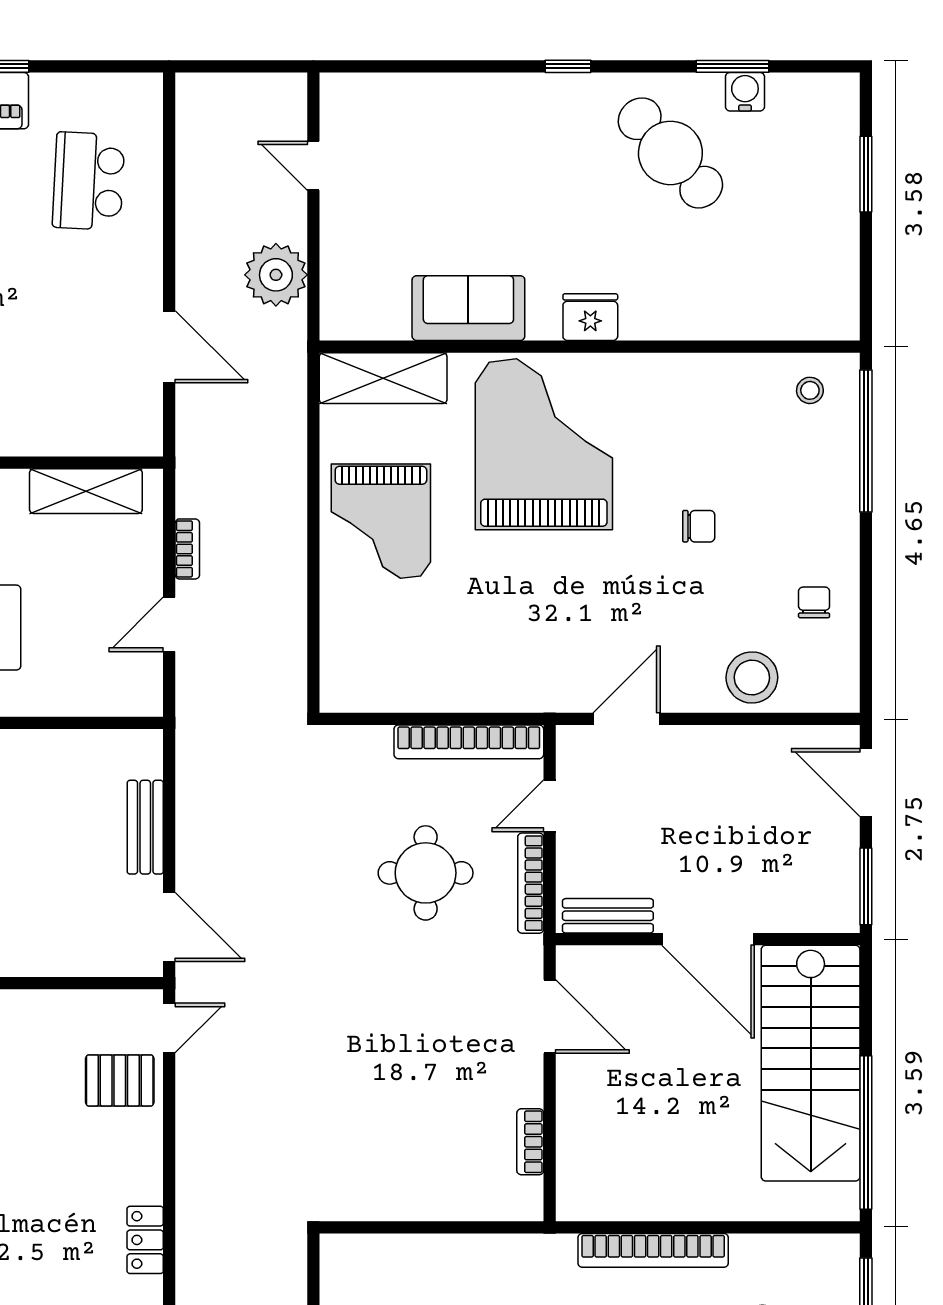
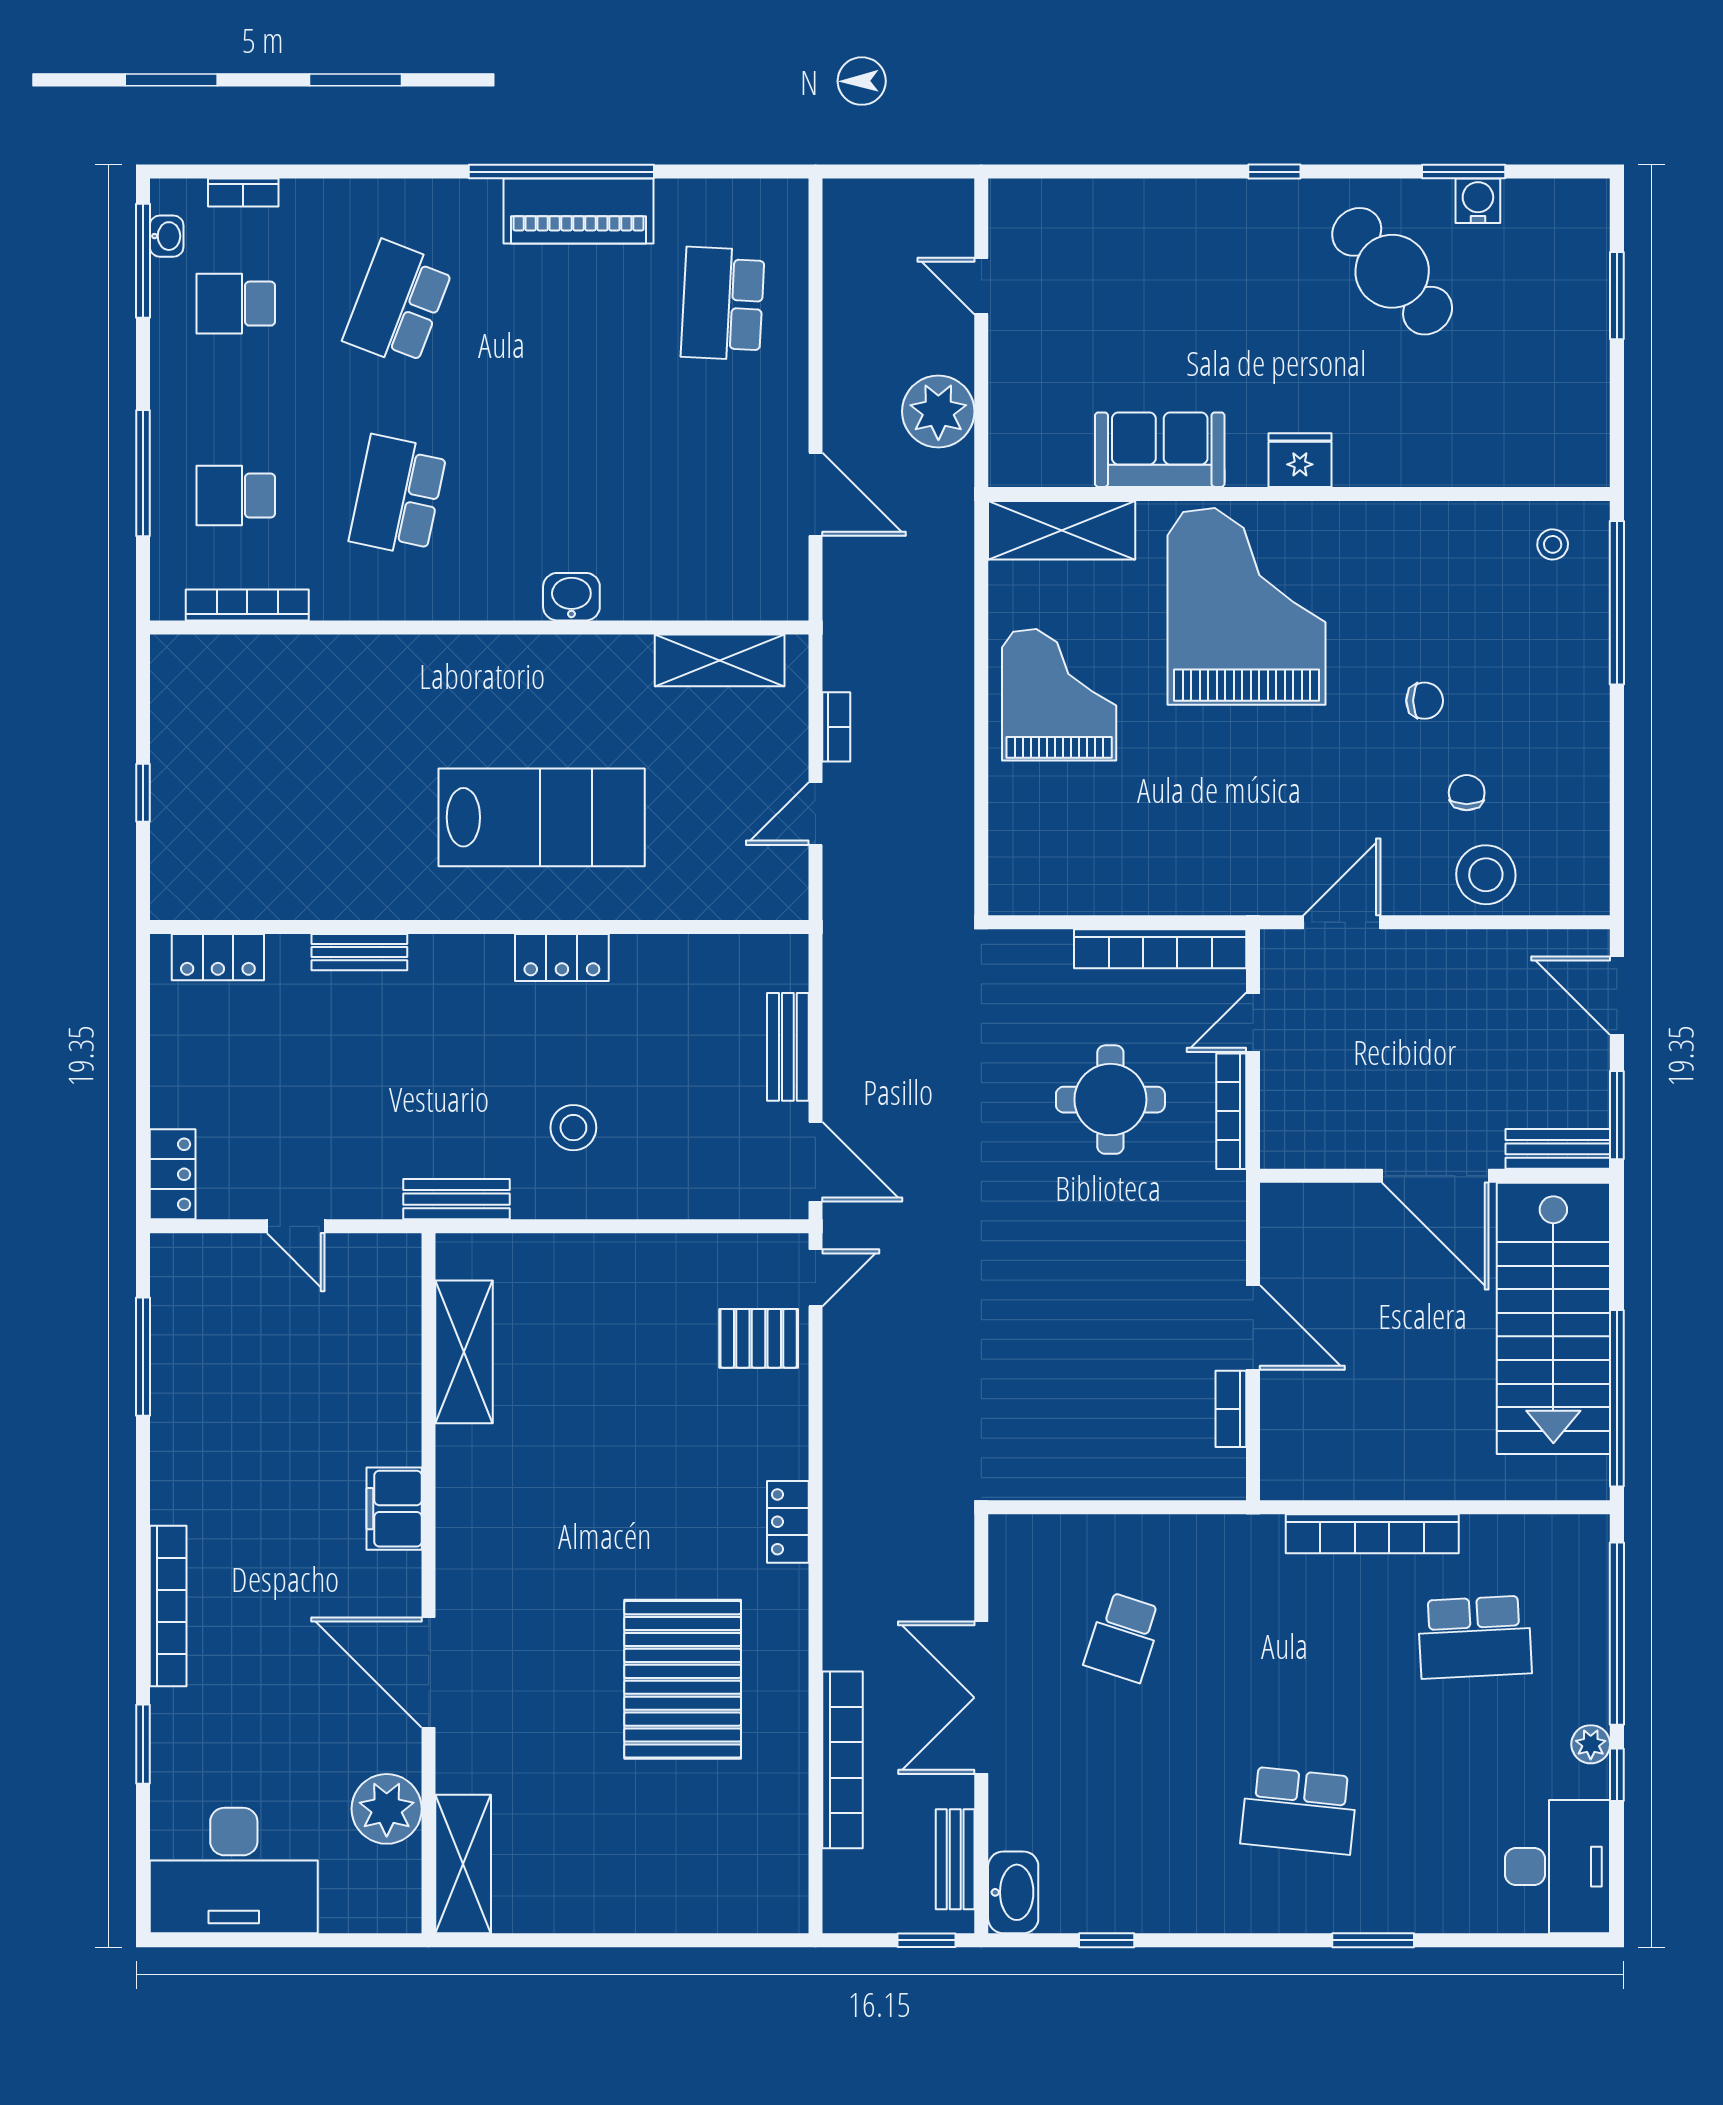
grand piano: (381, 521) -> (1059, 695), turned 180
chair: (814, 602) -> (1467, 793), moved
bench: (608, 916) -> (1558, 1149), moved
door: (550, 1016) -> (1253, 1327), moved

